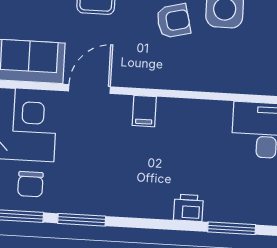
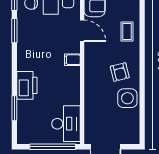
printer: (188, 208) -> (27, 85), width x1.87, depth x1.48

